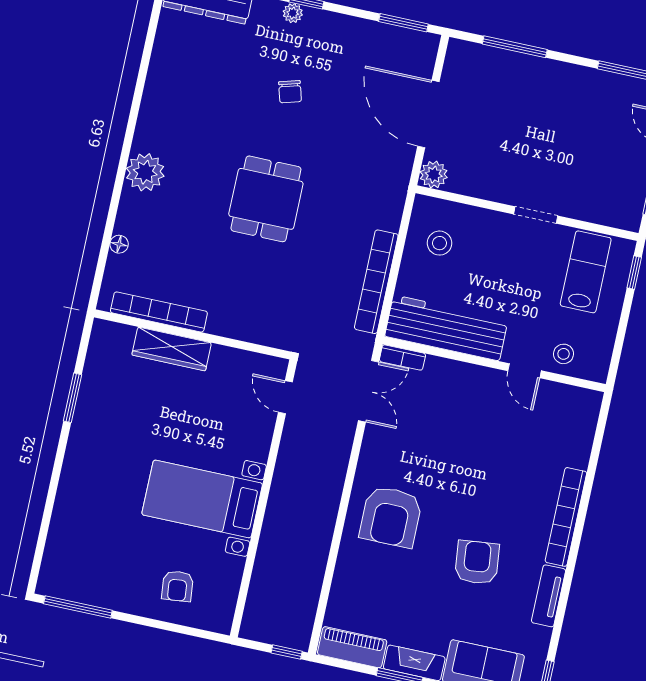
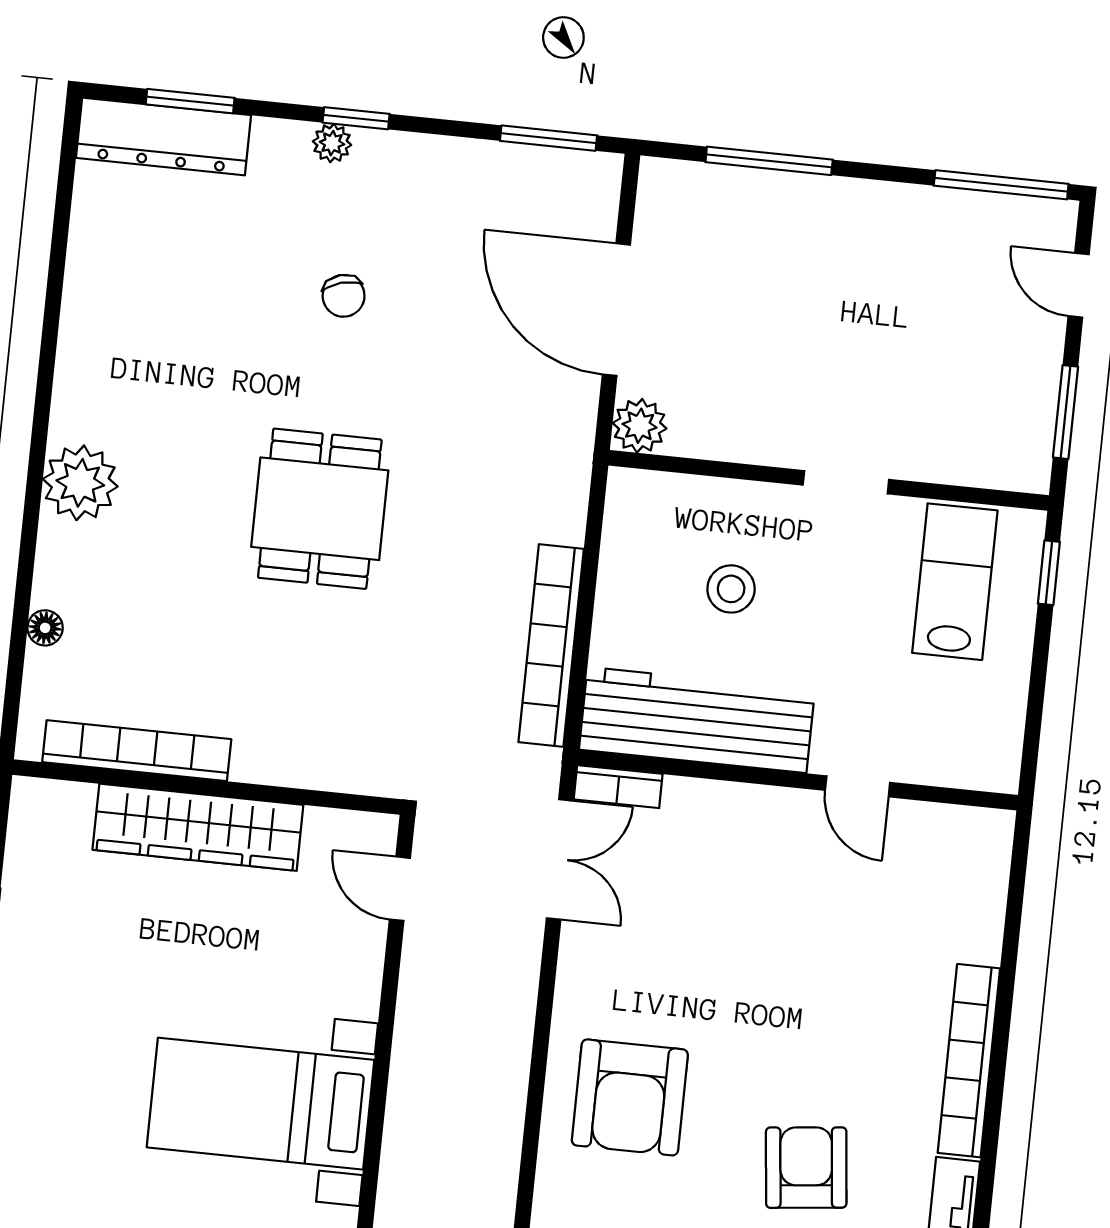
stool: (440, 243) -> (731, 589), moved
wardrobe: (172, 349) -> (198, 827), width x1.40, depth x1.17
stool: (564, 354) -> (929, 745), removed

